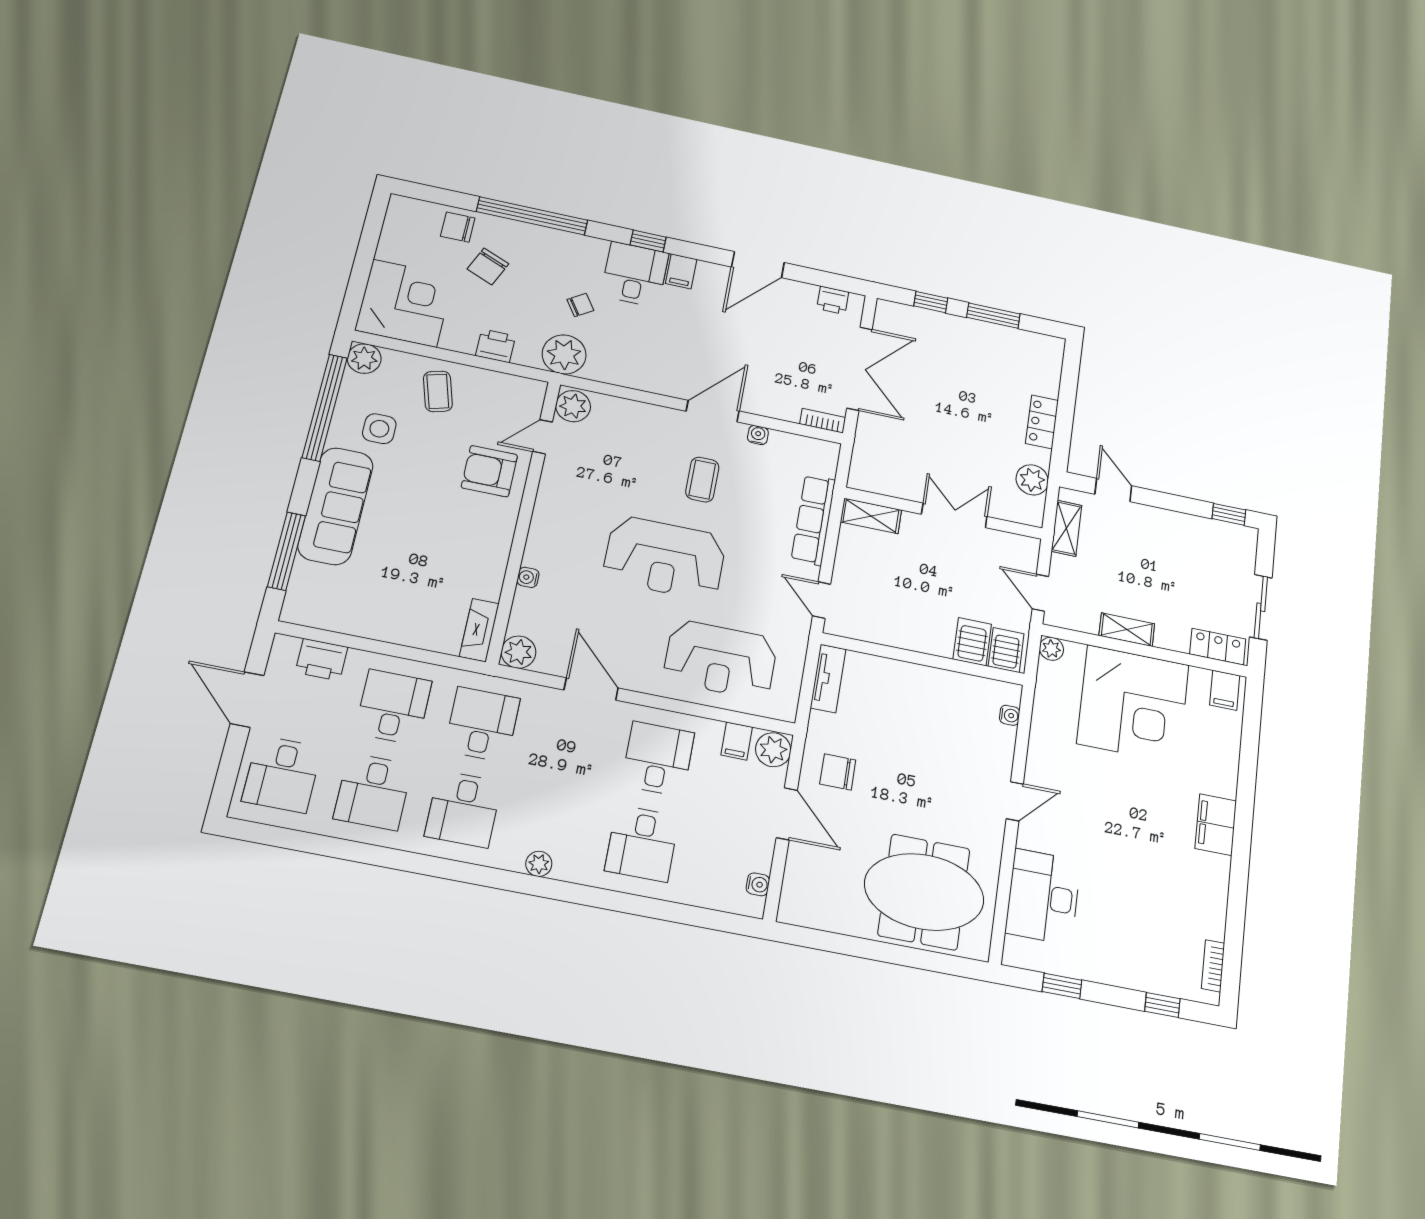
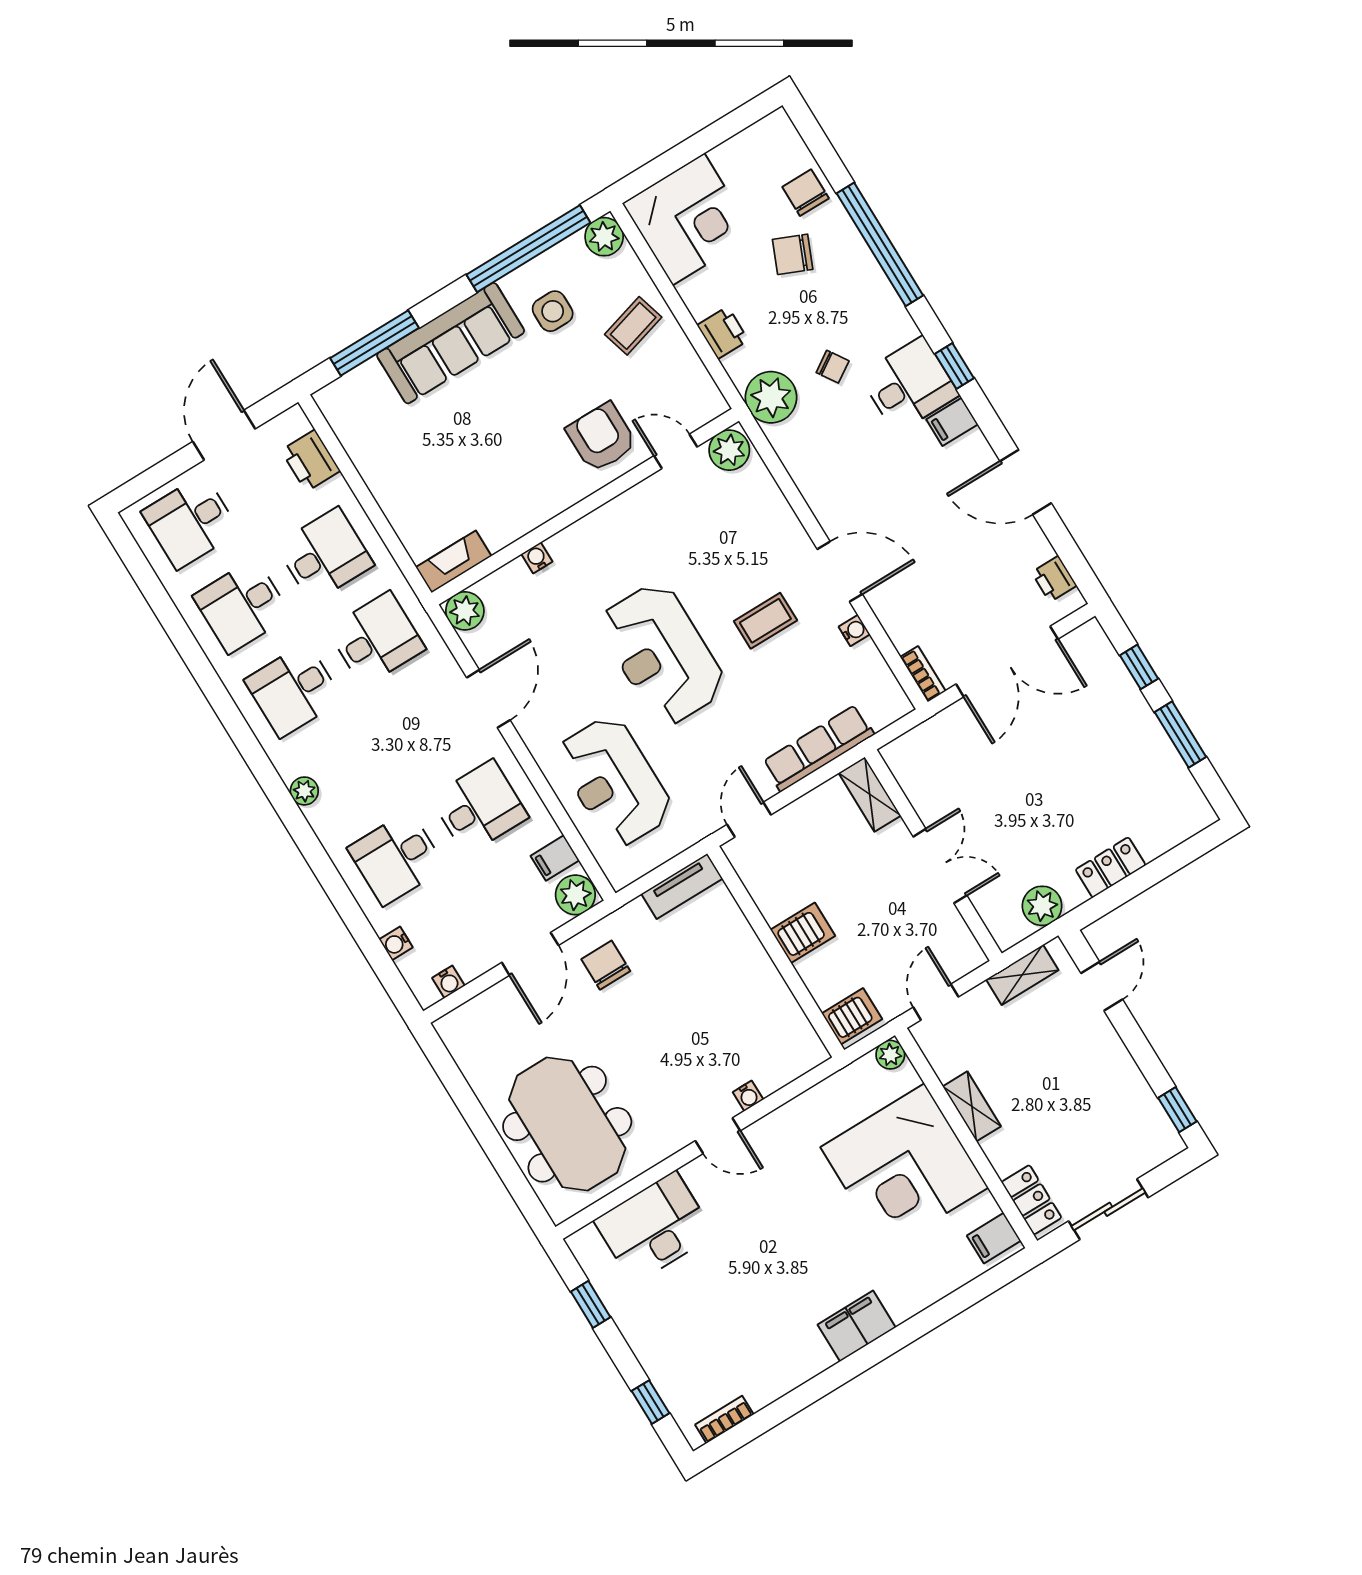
server rack: (972, 642) -> (803, 933), moved
water cooler: (1010, 715) -> (748, 1096), moved
water cooler: (700, 896) -> (396, 943), added

